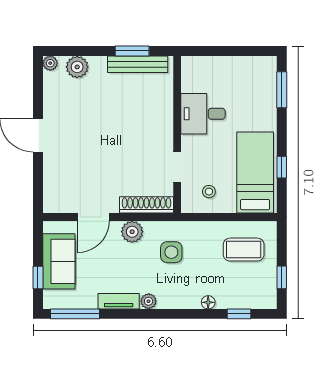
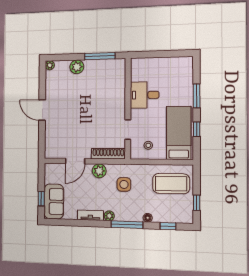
window: (132, 51) -> (100, 56), width x1.44
bench: (138, 64) -> (103, 64), removed
plant: (77, 67) -> (77, 67), moved
window: (282, 90) -> (197, 96), moved
coffee table: (244, 250) -> (171, 184), width x1.36, depth x1.32
sofa: (59, 261) -> (54, 201), moved
window: (75, 314) -> (127, 225), moved

